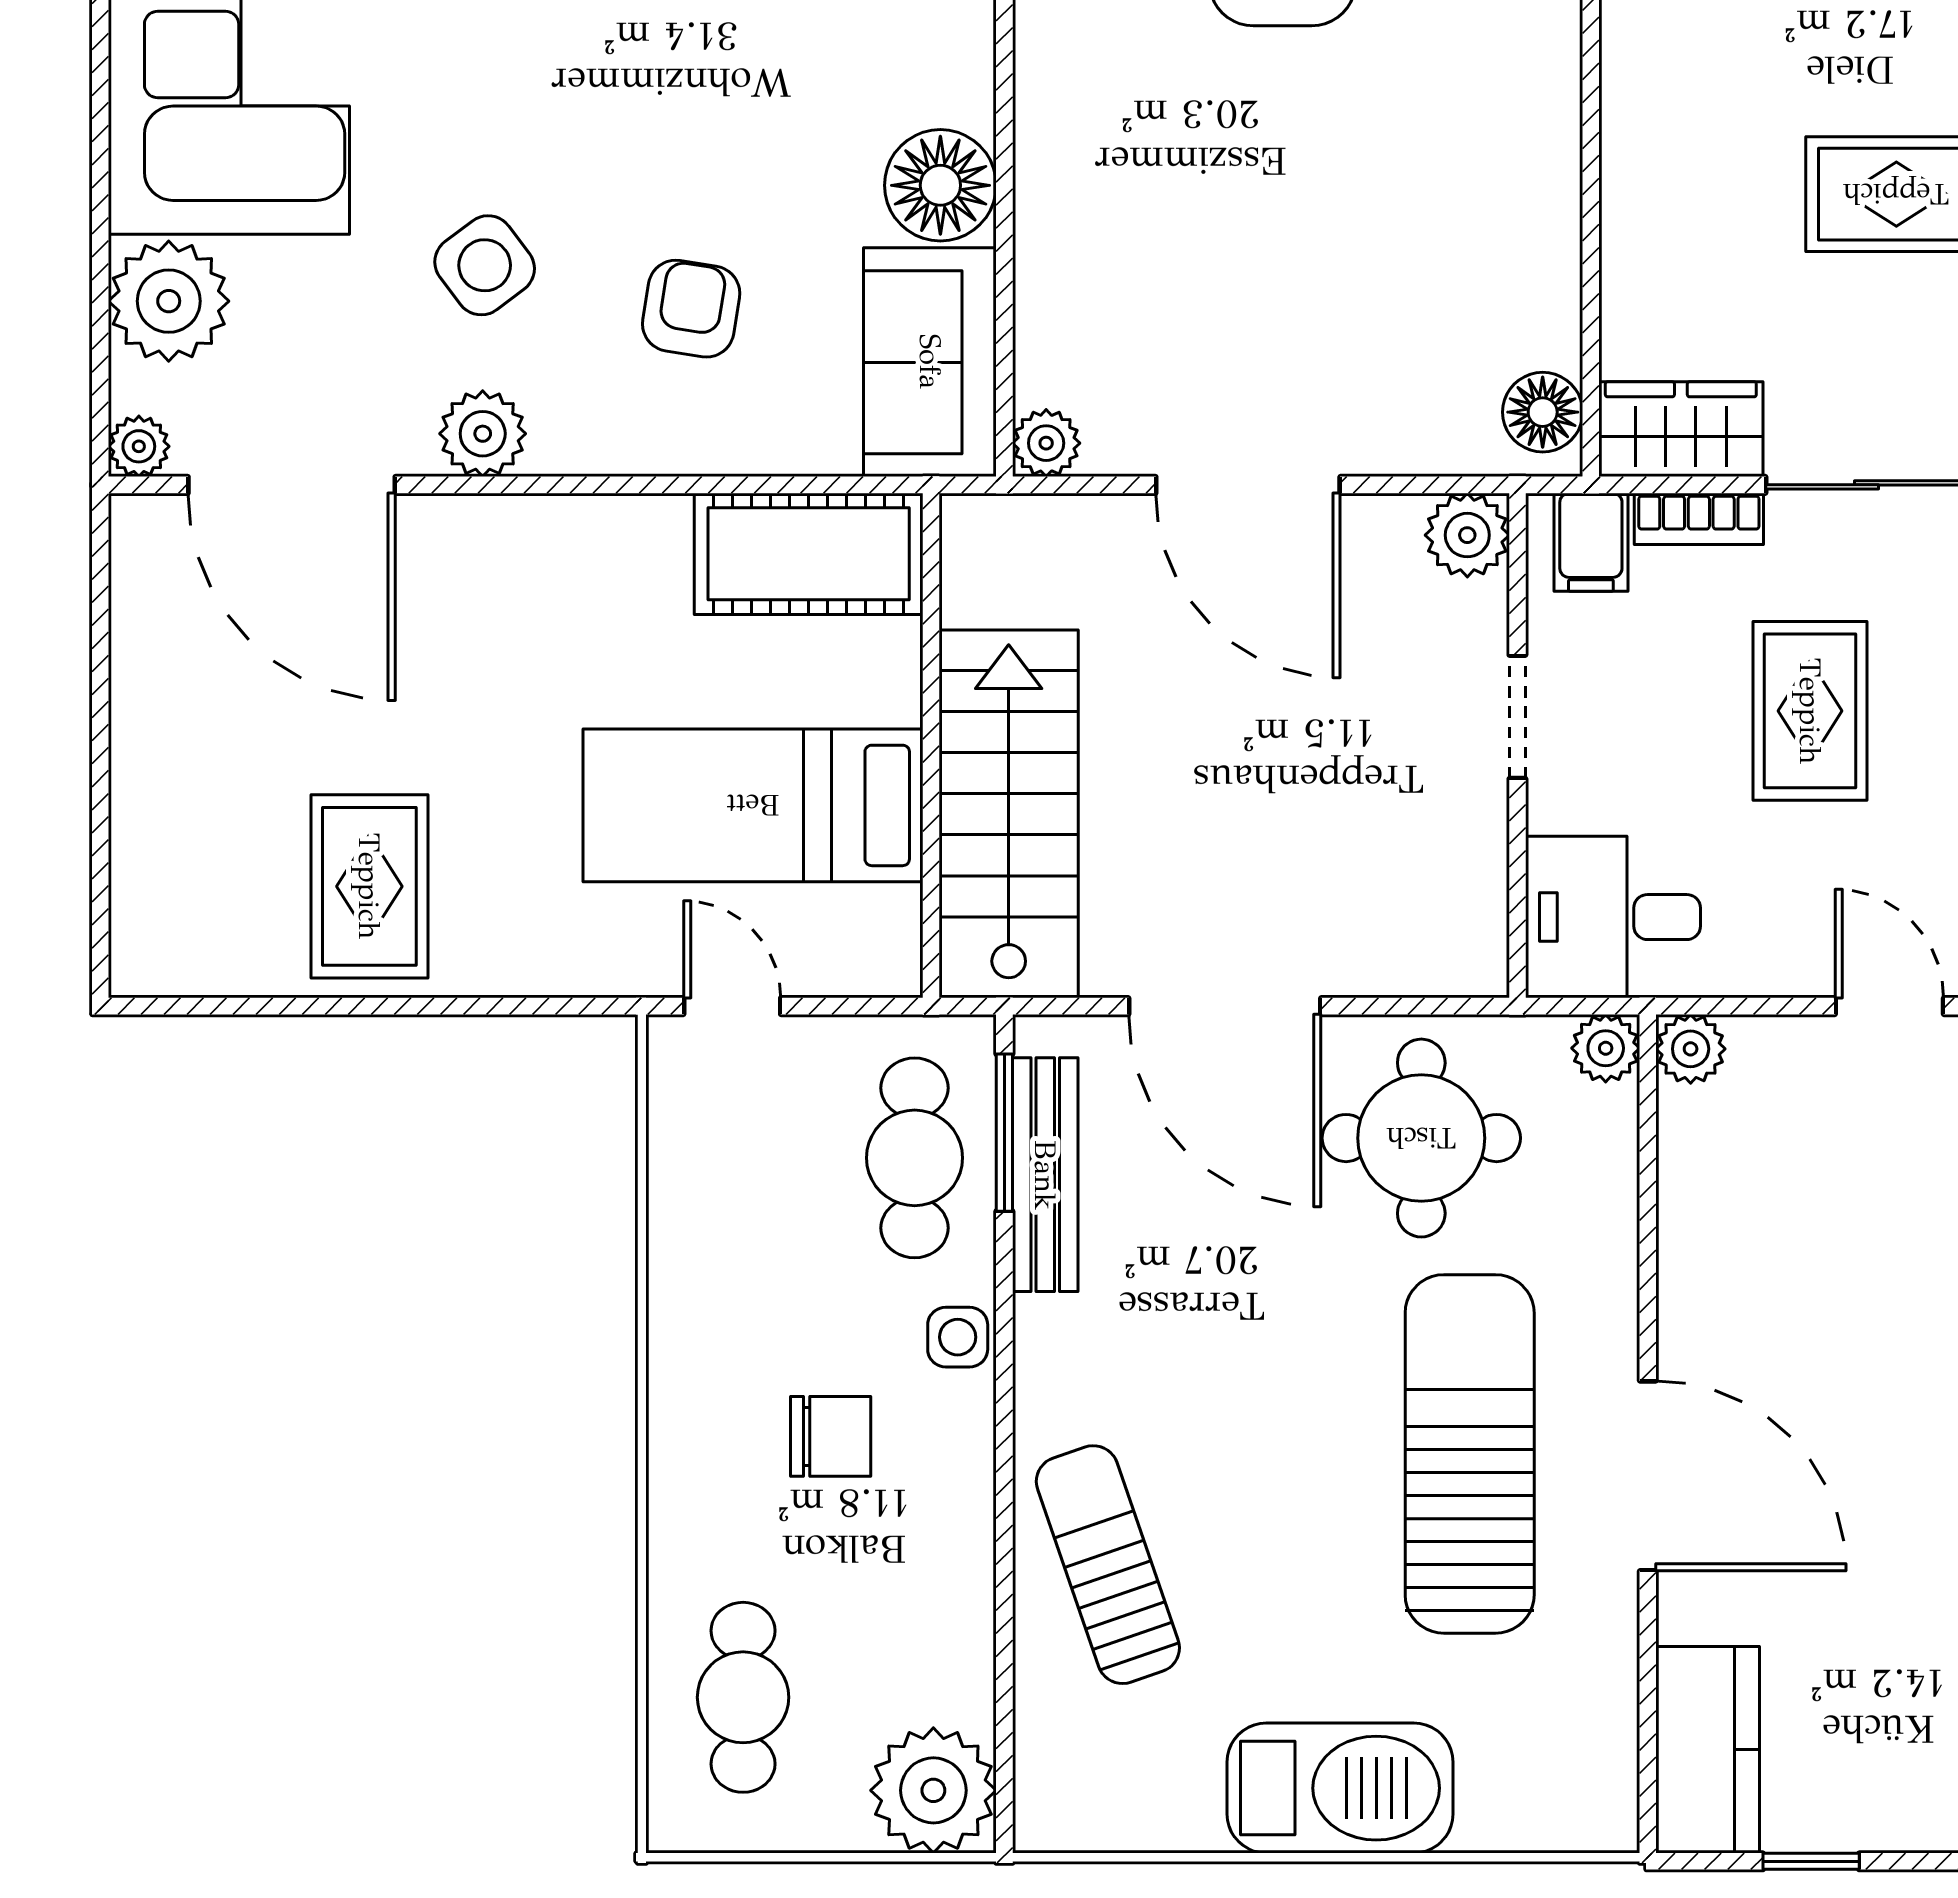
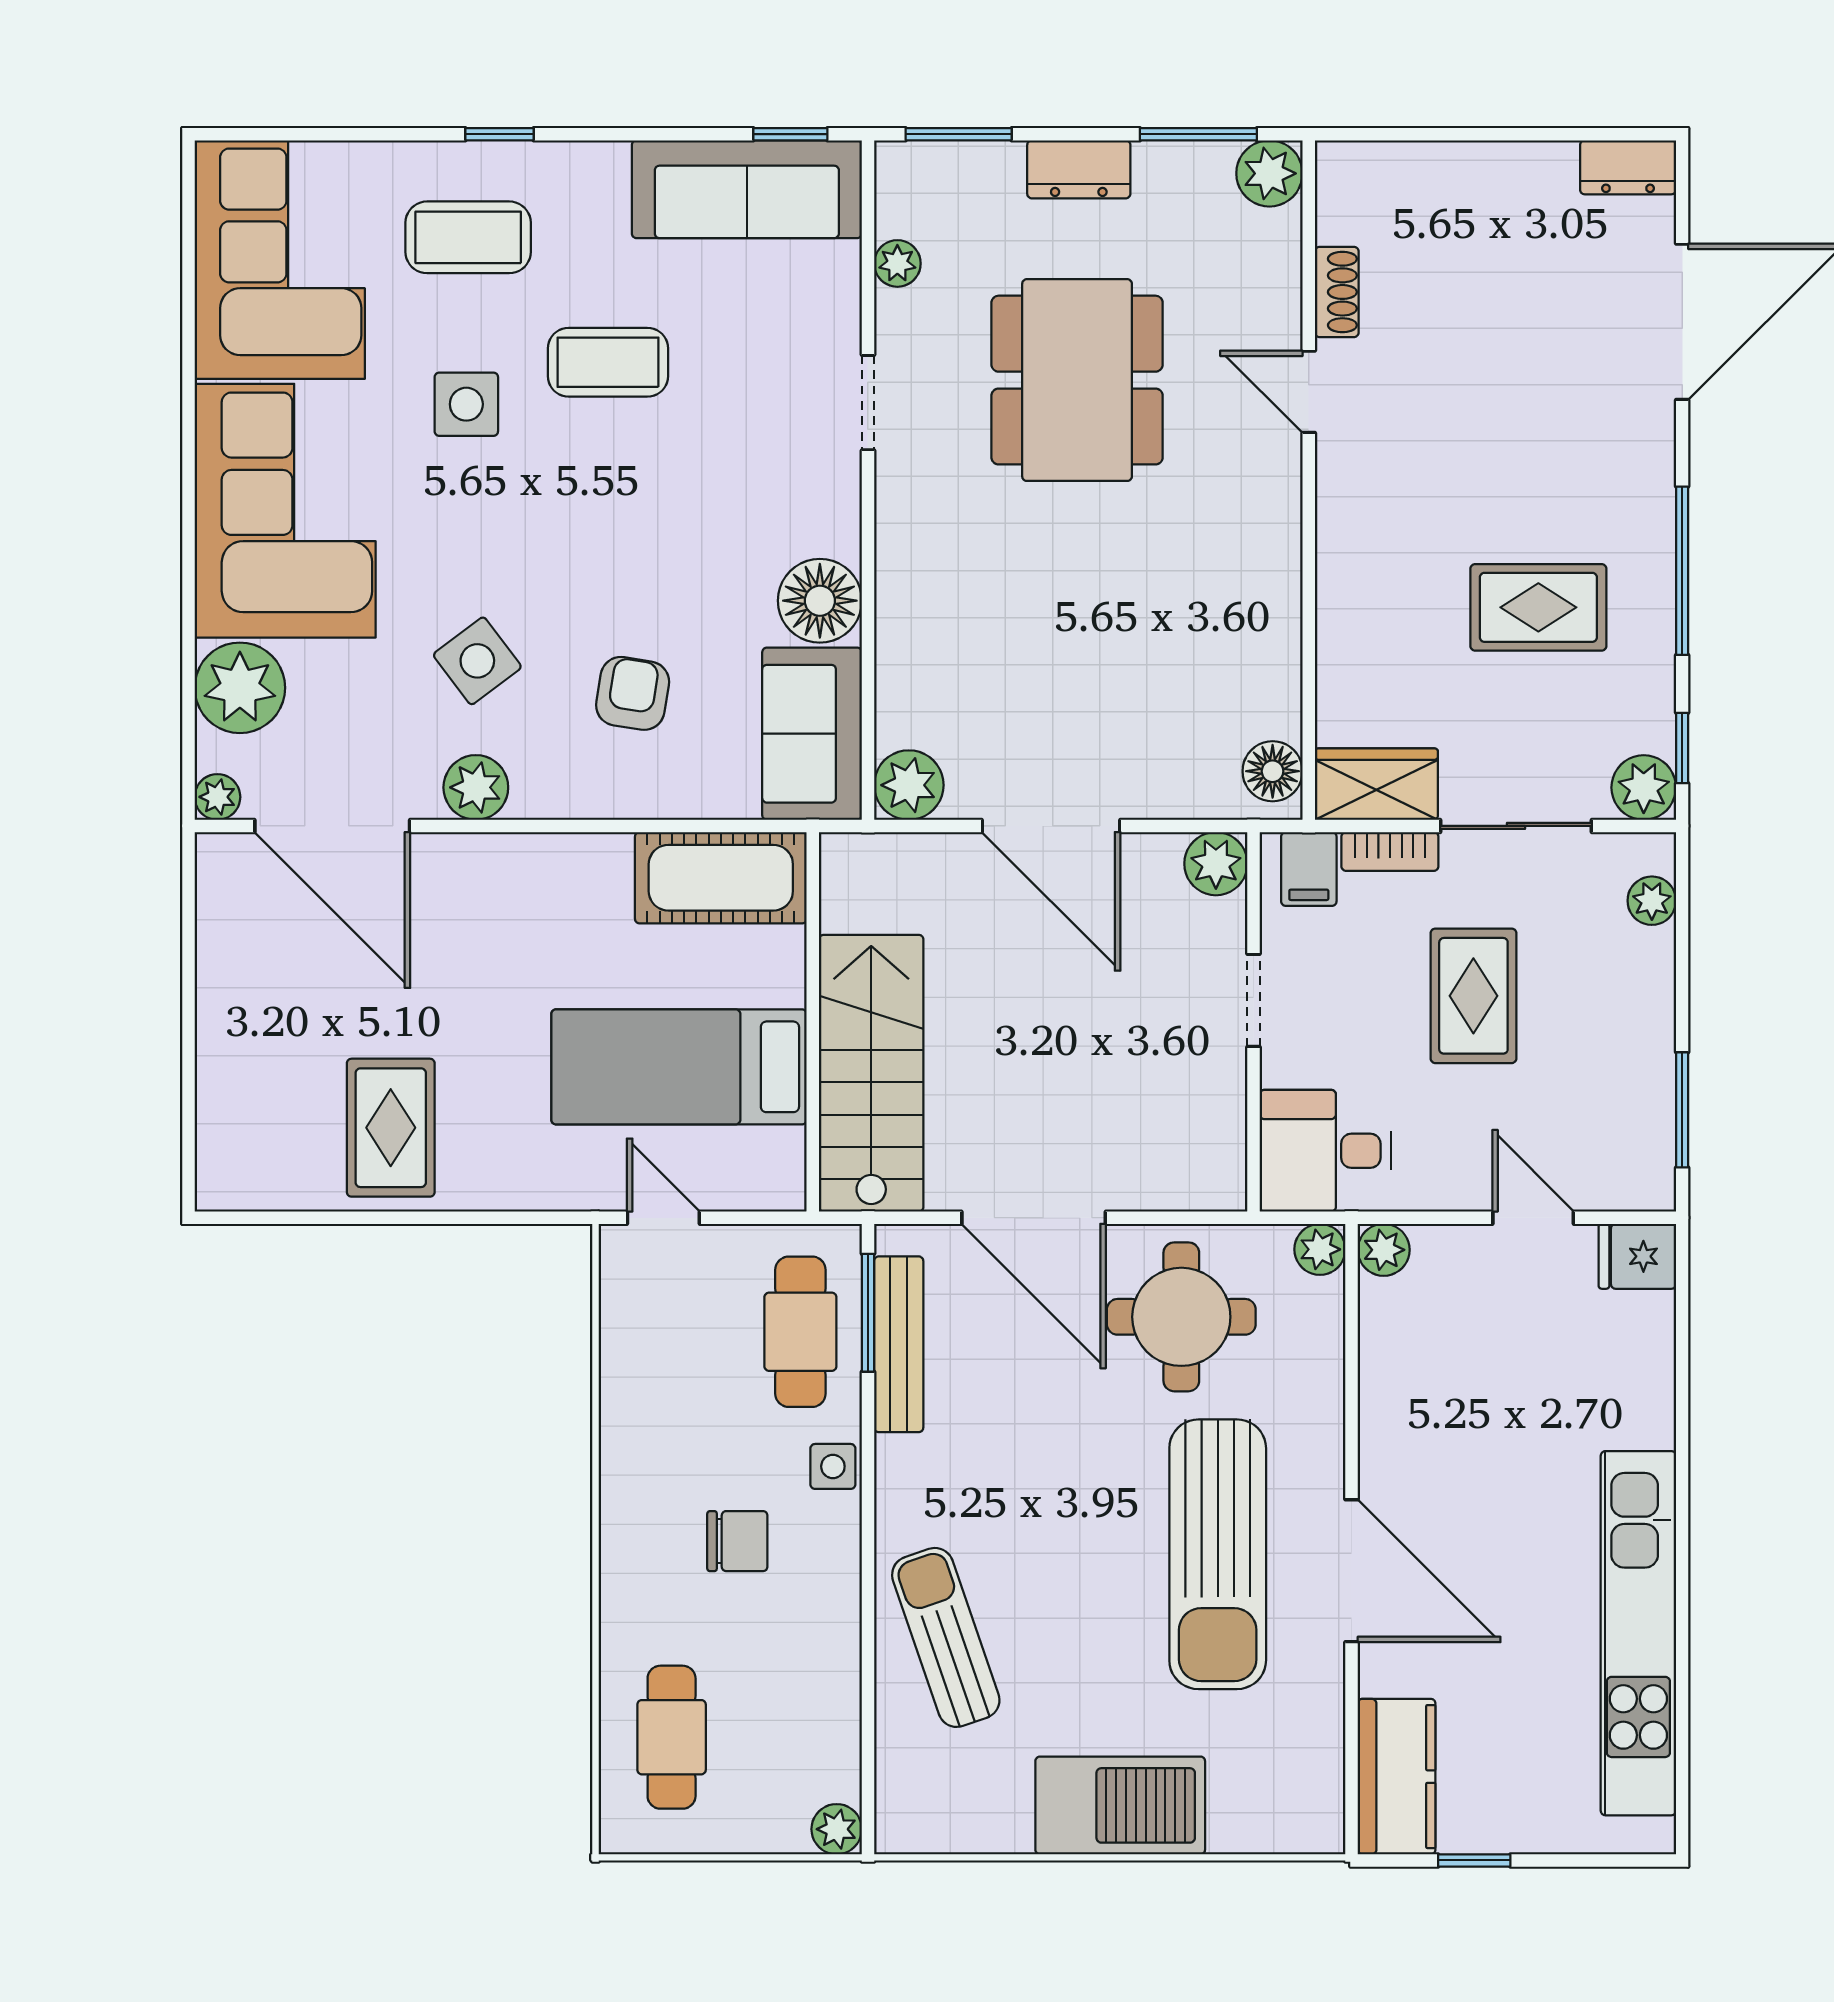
plant: (1046, 443) -> (909, 785), width x1.38, depth x1.38
sun lounger: (1470, 1454) -> (1218, 1554), turned 180
plant: (933, 1790) -> (837, 1829), width x0.53, depth x0.53

